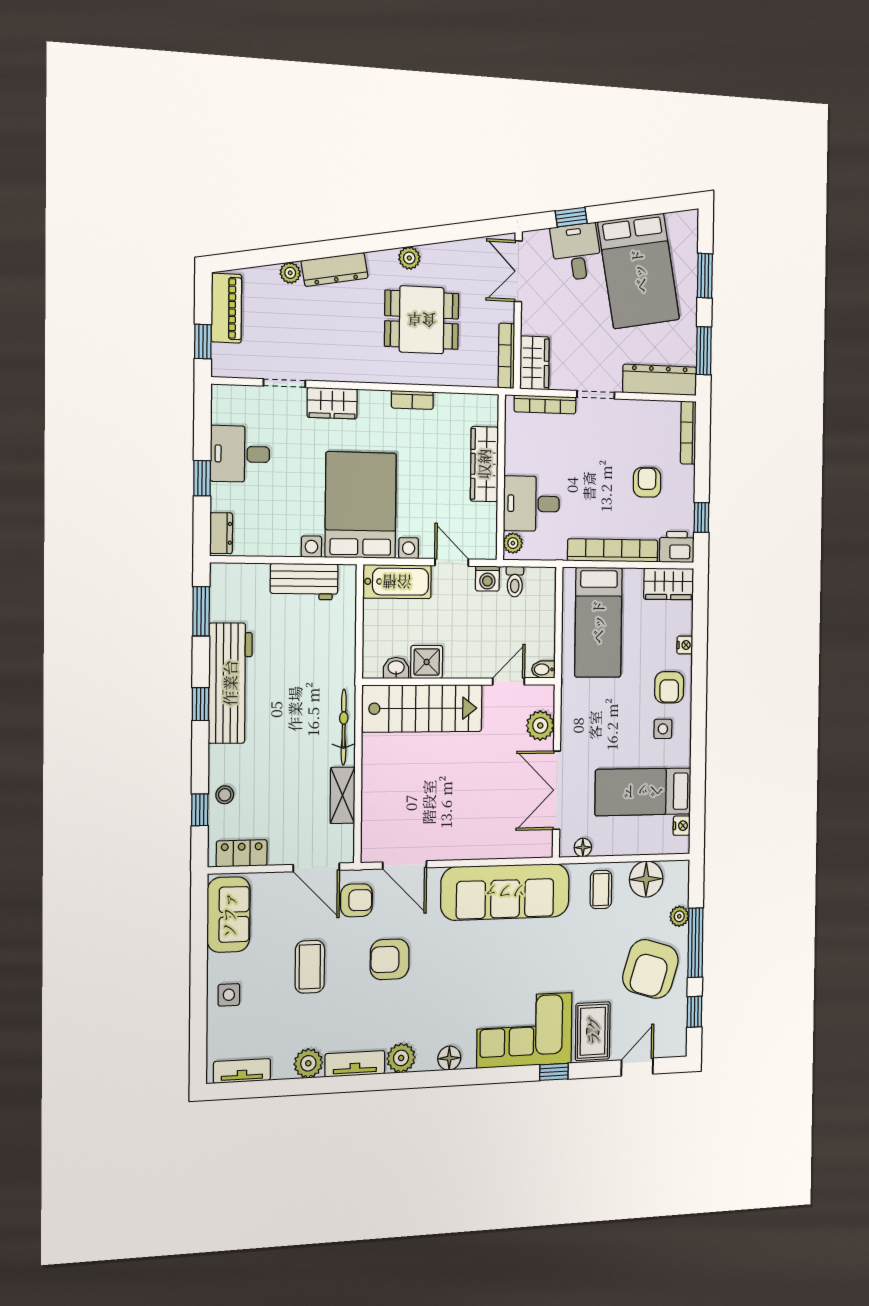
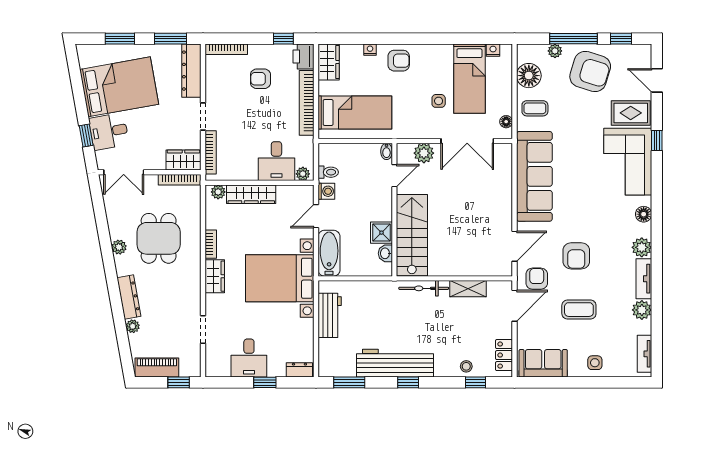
wardrobe: (332, 403) -> (215, 276), moved
plant: (488, 414) -> (218, 192), added
door: (509, 681) -> (394, 176), swing flipped
side table: (663, 729) -> (439, 101), moved

